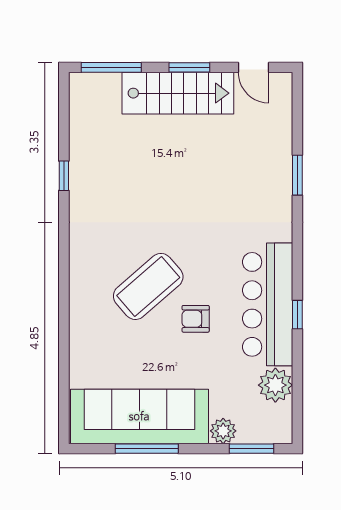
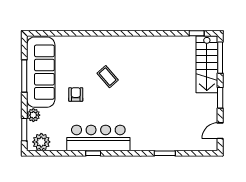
stairs: (178, 93) -> (207, 64), moved
window: (64, 176) -> (197, 33), moved
coffee table: (148, 286) -> (108, 77), width x0.54, depth x0.58
armchair: (196, 319) -> (76, 94), moved
plant: (275, 385) -> (41, 142), moved

